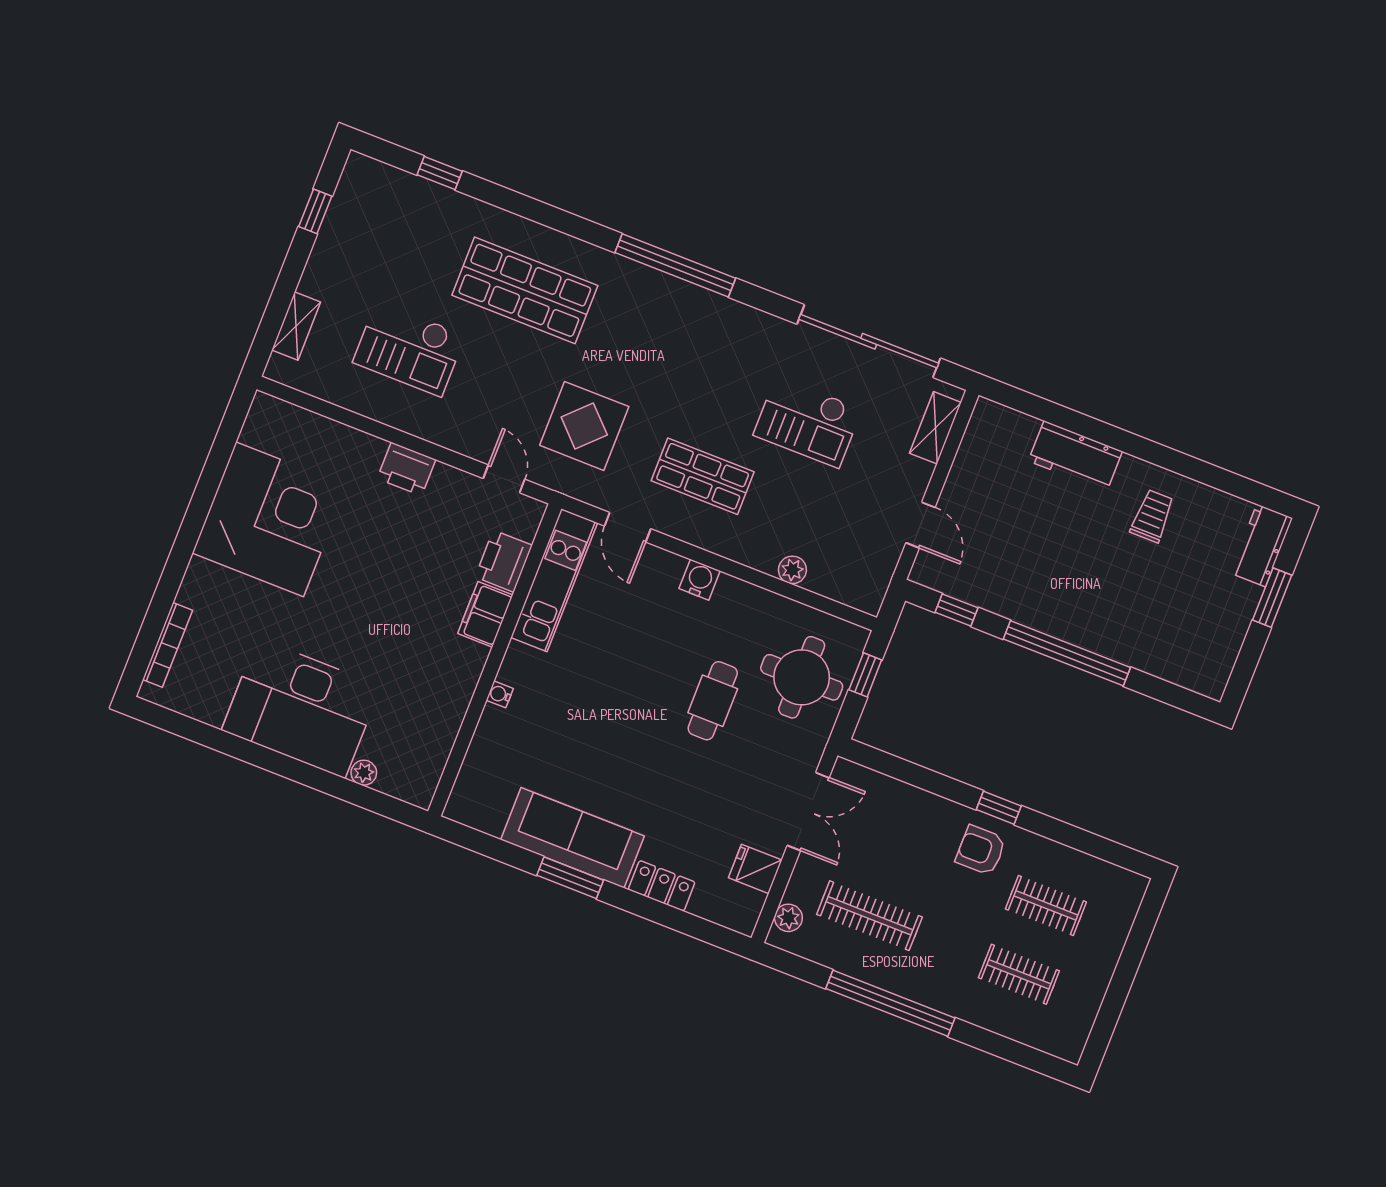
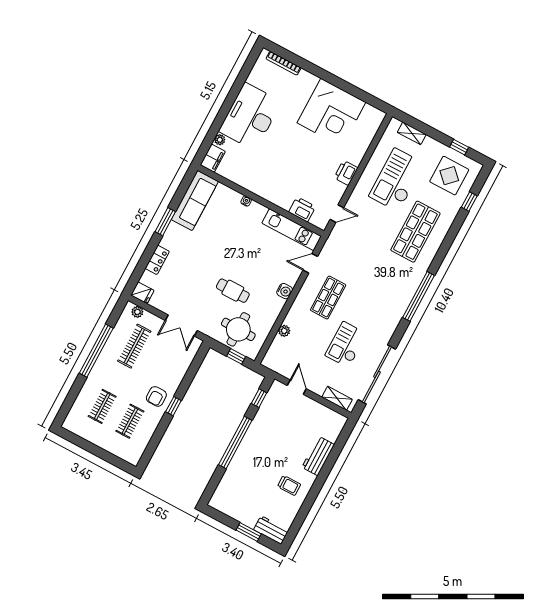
checkout: (409, 349) -> (397, 180), width x1.36, depth x1.21
display table: (584, 426) -> (449, 176), moved
door: (920, 525) -> (297, 387), swing flipped
filing cabinet: (485, 614) -> (213, 158), moved, turned 90
sofa: (573, 838) -> (195, 200), moved
armchair: (981, 850) -> (156, 396), turned 180
fridge: (755, 869) -> (142, 293), moved, turned 90

